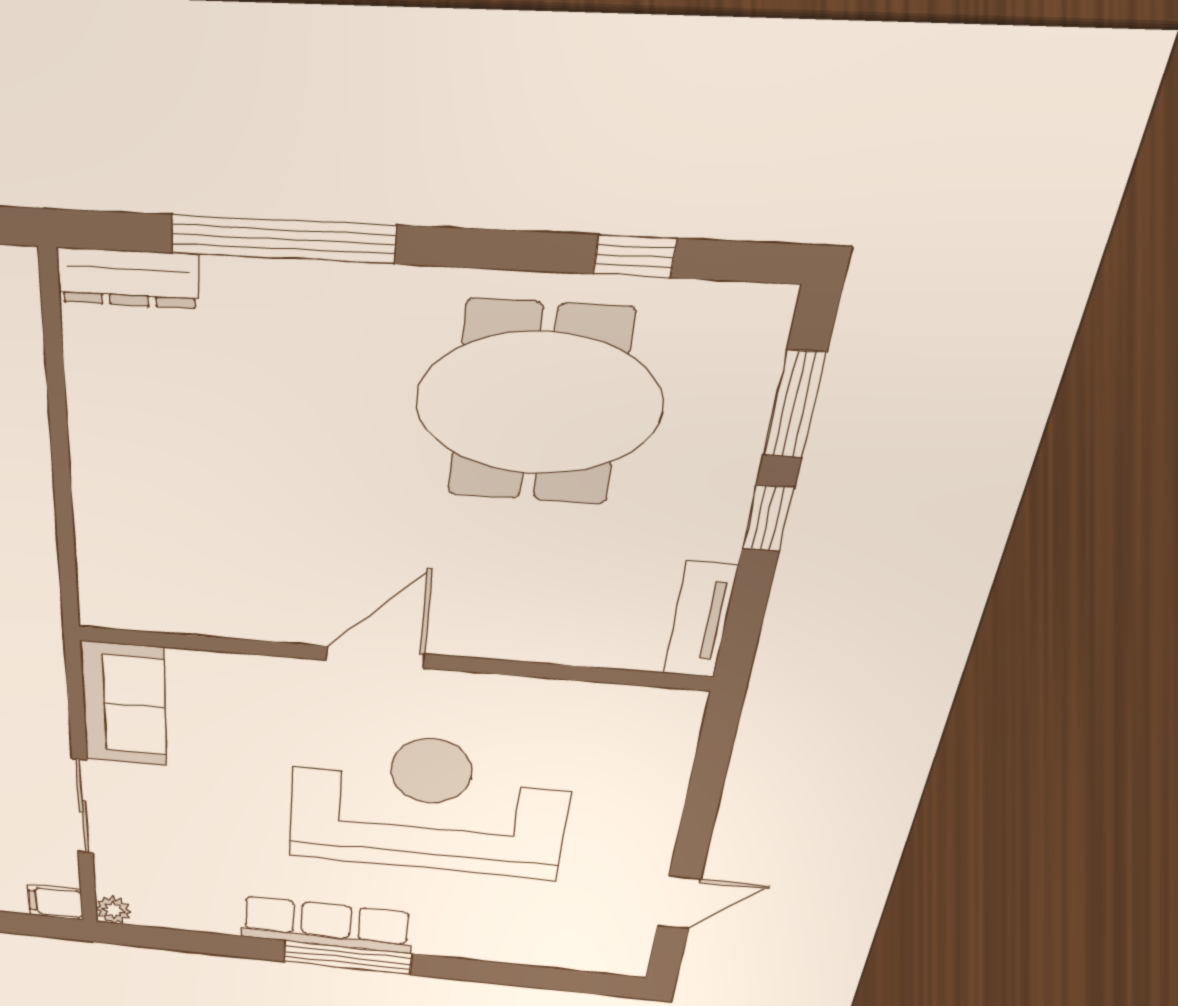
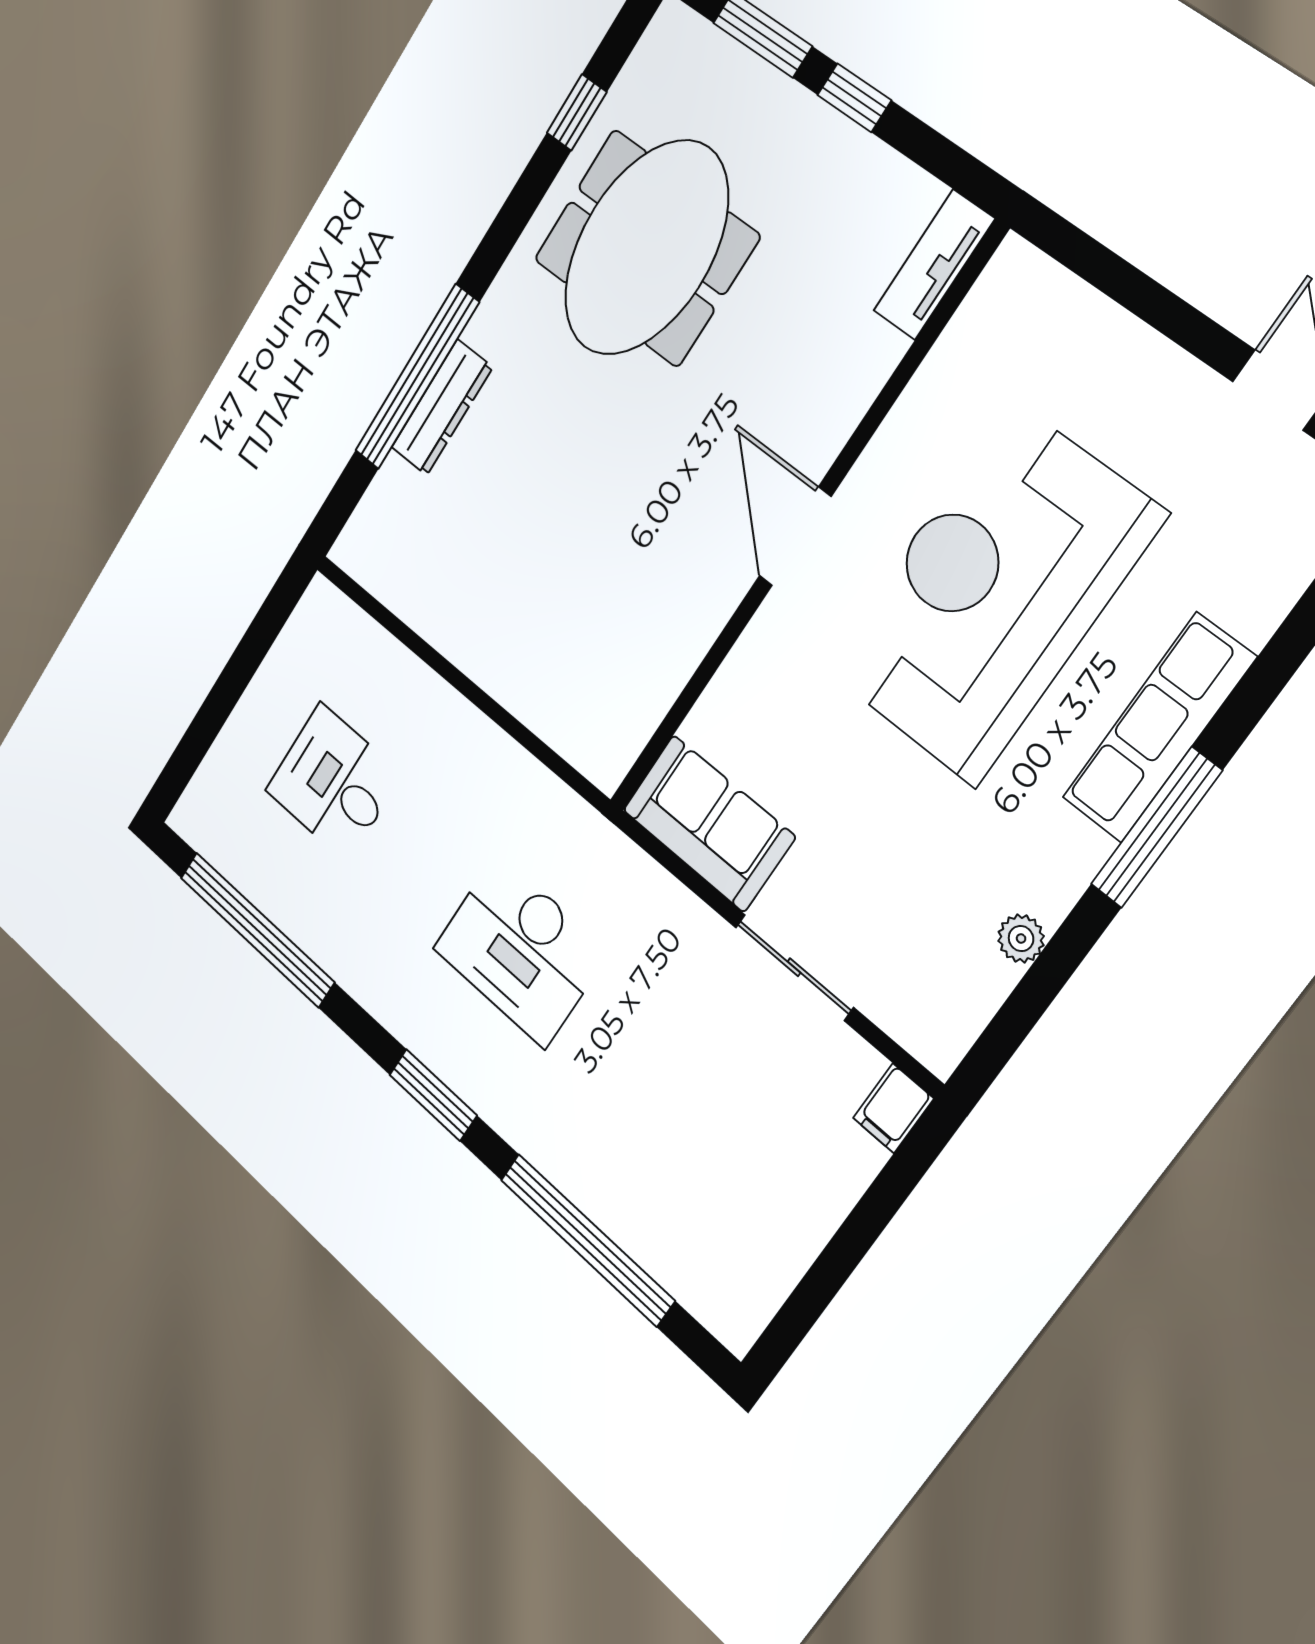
dresser: (129, 278) -> (442, 408), moved
tv unit: (700, 620) -> (934, 265), moved, turned 90
plant: (113, 910) -> (1021, 939), moved
row of seats: (326, 925) -> (1159, 728), moved

